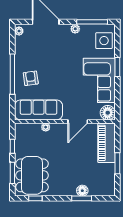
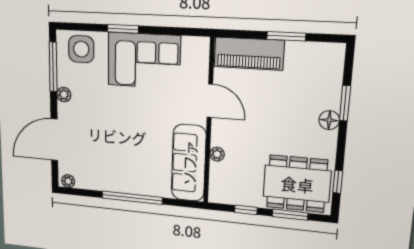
armchair: (31, 78) -> (139, 171), removed
floor lamp: (108, 113) -> (197, 49), removed
floor lamp: (82, 191) -> (329, 120), moved

